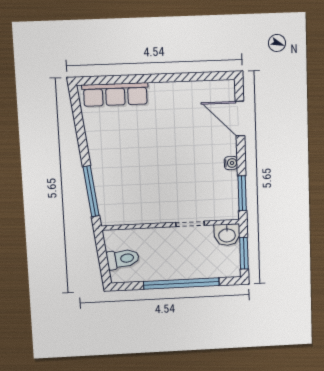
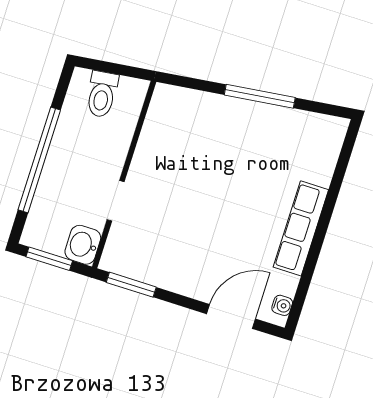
row of seats: (115, 94) -> (301, 228), moved
water cooler: (231, 163) -> (282, 305), moved, turned -90
window: (91, 191) -> (260, 96), moved

